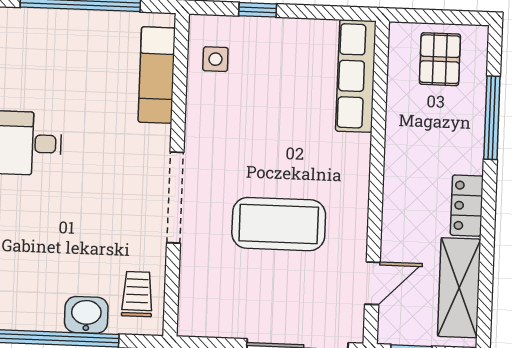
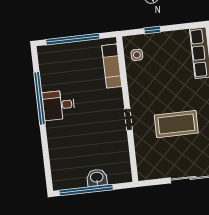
doorway: (175, 198) -> (128, 119), width x0.53
trolley: (137, 294) -> (118, 165), removed

